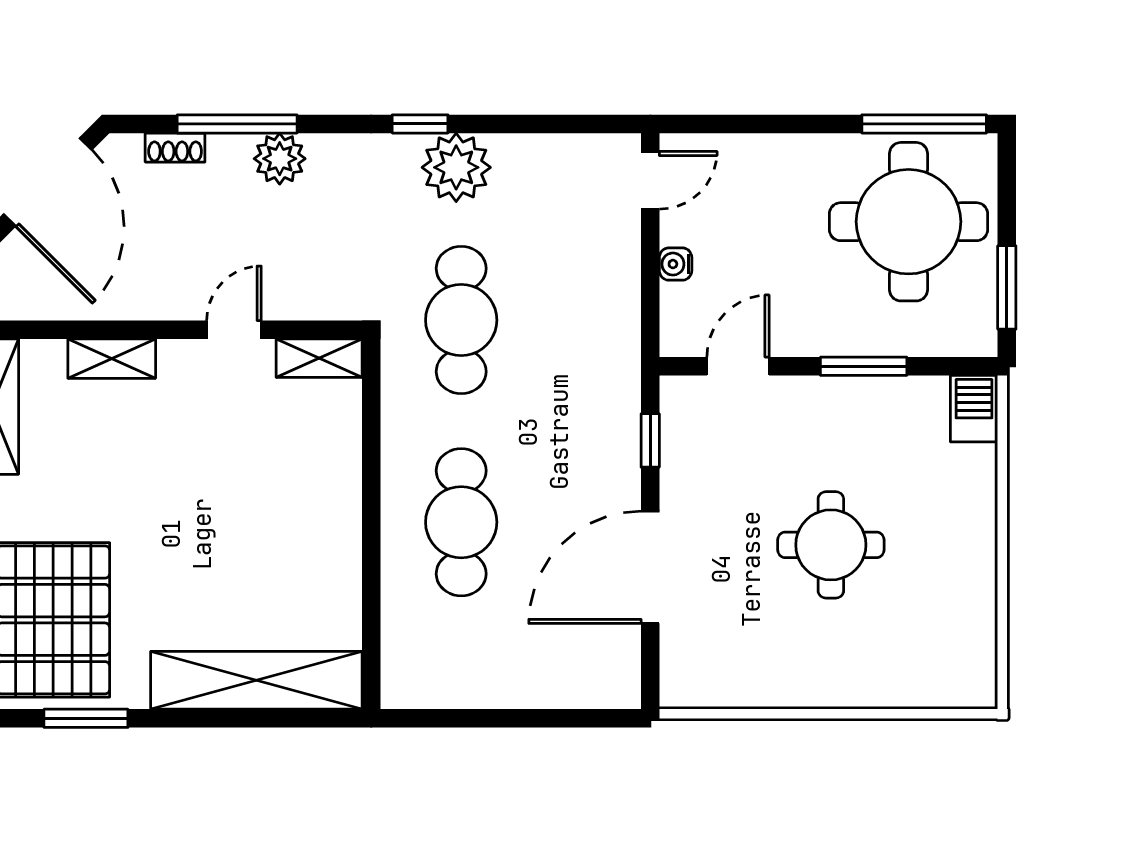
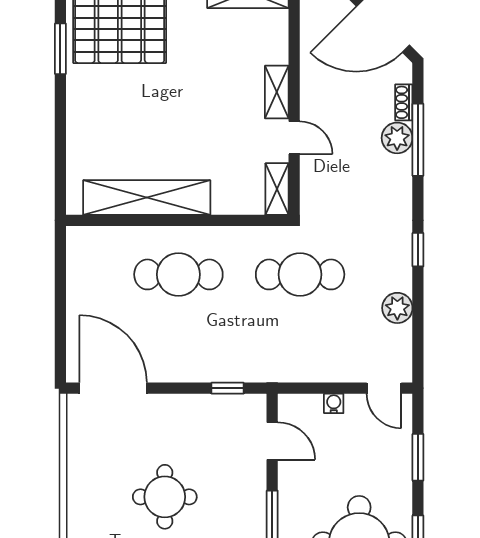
window: (765, 124) -> (418, 457), added
plant: (280, 159) -> (397, 138), moved
plant: (456, 167) -> (397, 308), moved, width x0.73, depth x0.73
shelving: (112, 359) -> (277, 92), moved
door: (650, 567) -> (113, 388), moved
shelving: (256, 680) -> (147, 198), moved, turned 90

